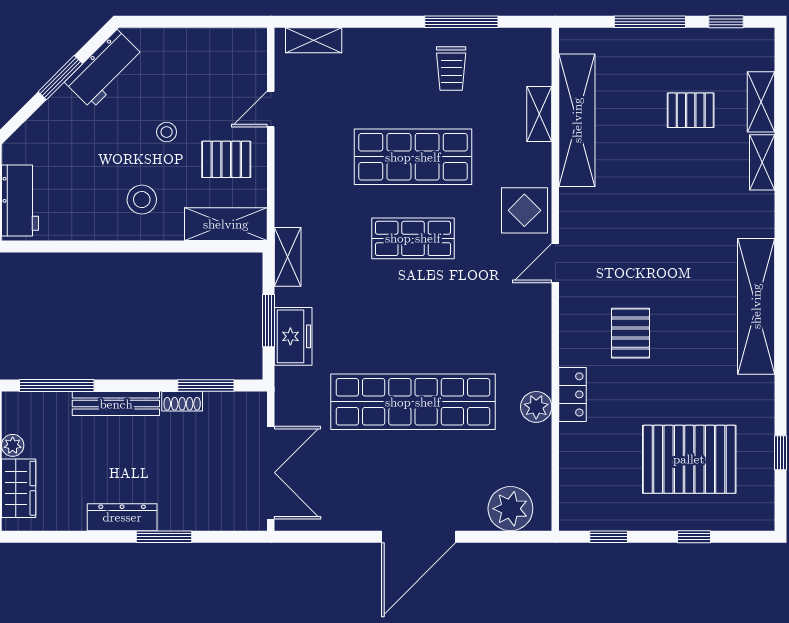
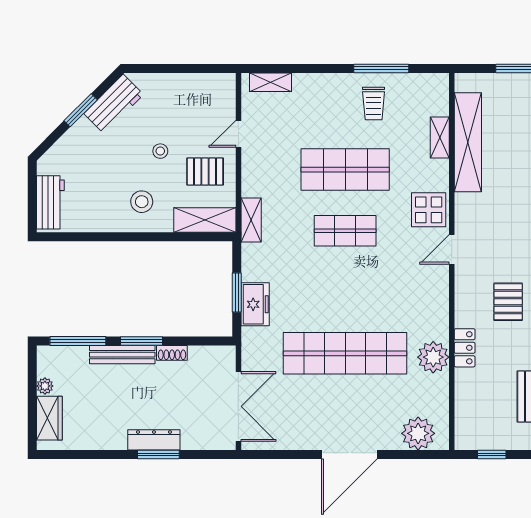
shelving: (288, 257) -> (251, 220), moved
window: (206, 385) -> (142, 341), moved
plant: (536, 407) -> (433, 357), width x1.36, depth x1.36
dresser: (122, 517) -> (154, 440), moved

